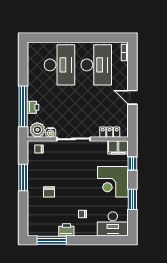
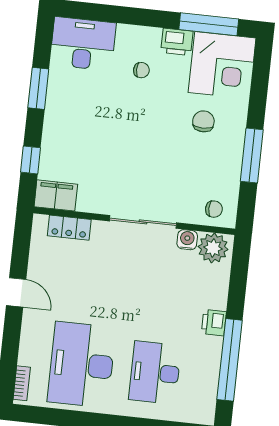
desk: (59, 65) -> (155, 373), width x0.73, depth x0.77
window: (23, 106) -> (230, 360), moved
printer: (33, 107) -> (214, 323), moved
corner desk: (113, 182) -> (222, 65), moved, turned 90

